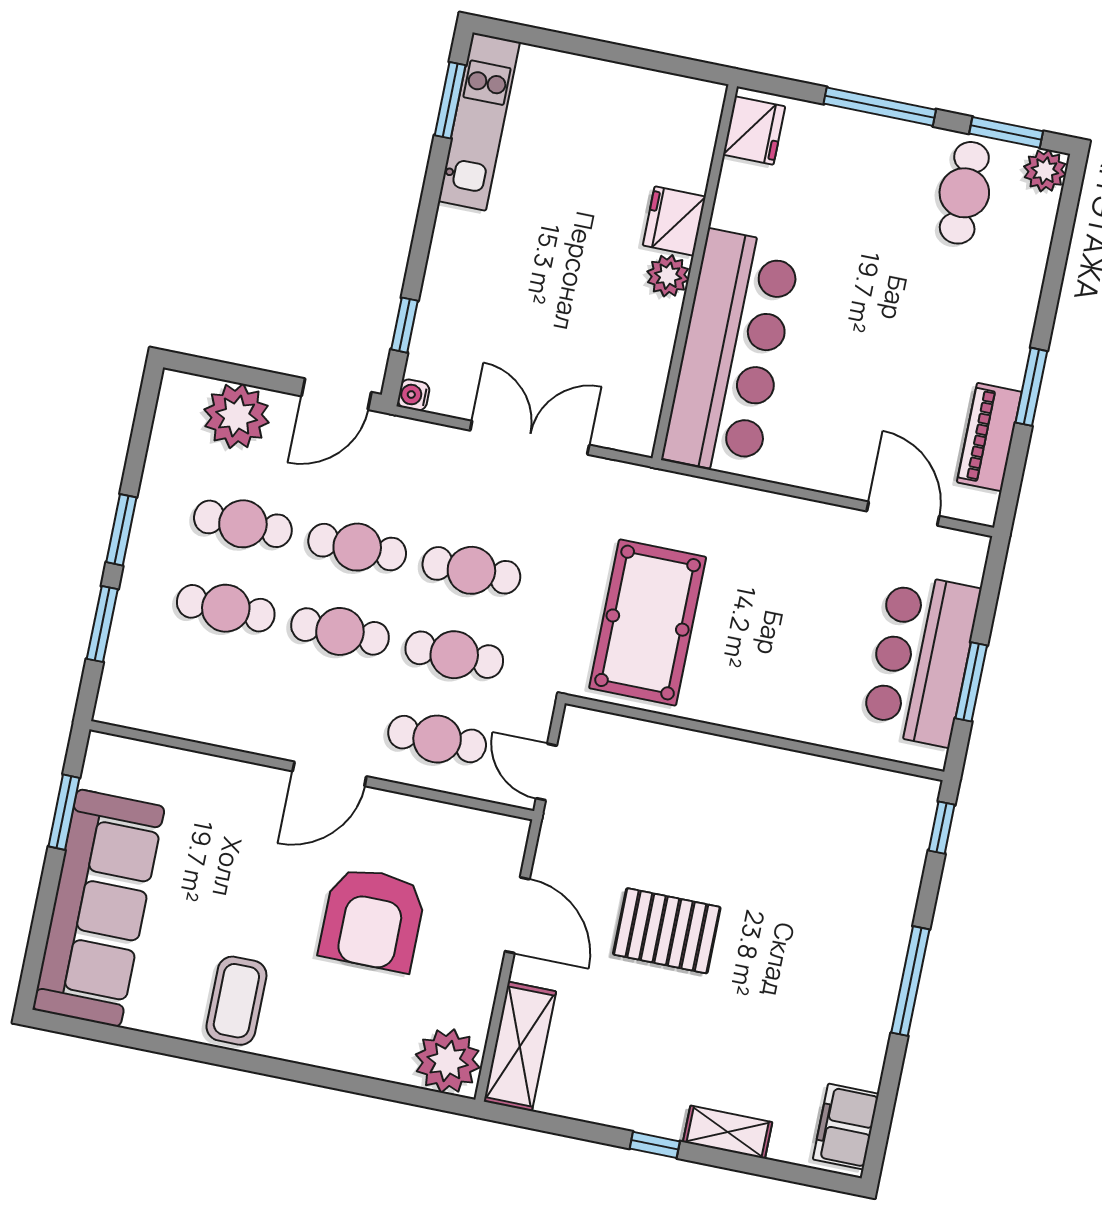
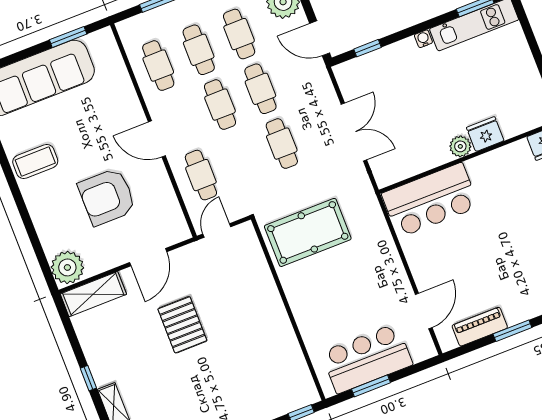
bar counter: (732, 353) -> (430, 200), width x0.73
water cooler: (414, 395) -> (423, 39), moved
cafe table: (454, 655) -> (158, 66), moved

